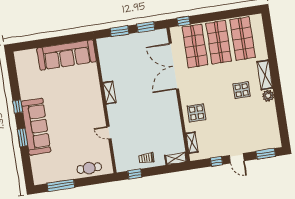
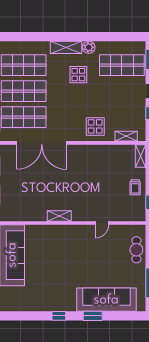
sofa: (36, 127) -> (106, 300), moved
shop shelf: (256, 129) -> (122, 65), added

